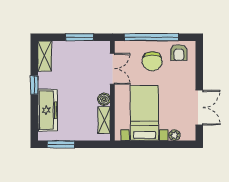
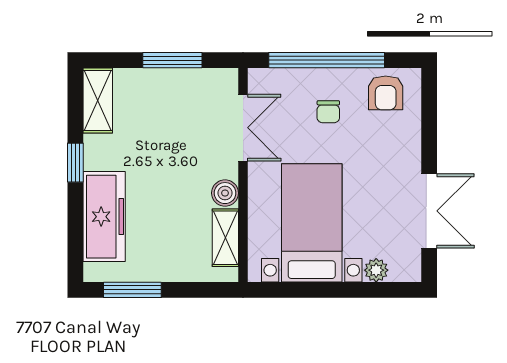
chair: (152, 61) -> (328, 112), width x0.54, depth x0.54

